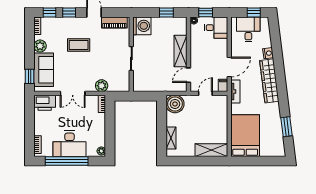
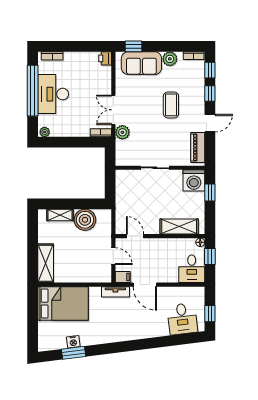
window: (166, 12) -> (210, 193), moved
desk: (248, 29) -> (182, 319), moved, turned 83
shelving: (181, 51) -> (179, 226), moved
nightstand: (268, 53) -> (73, 342), moved
wardrobe: (269, 81) -> (128, 332), removed
double door: (73, 93) -> (113, 110), moved
printer: (45, 103) -> (105, 58), width x0.53, depth x0.68
boiler: (175, 104) -> (85, 220), moved

